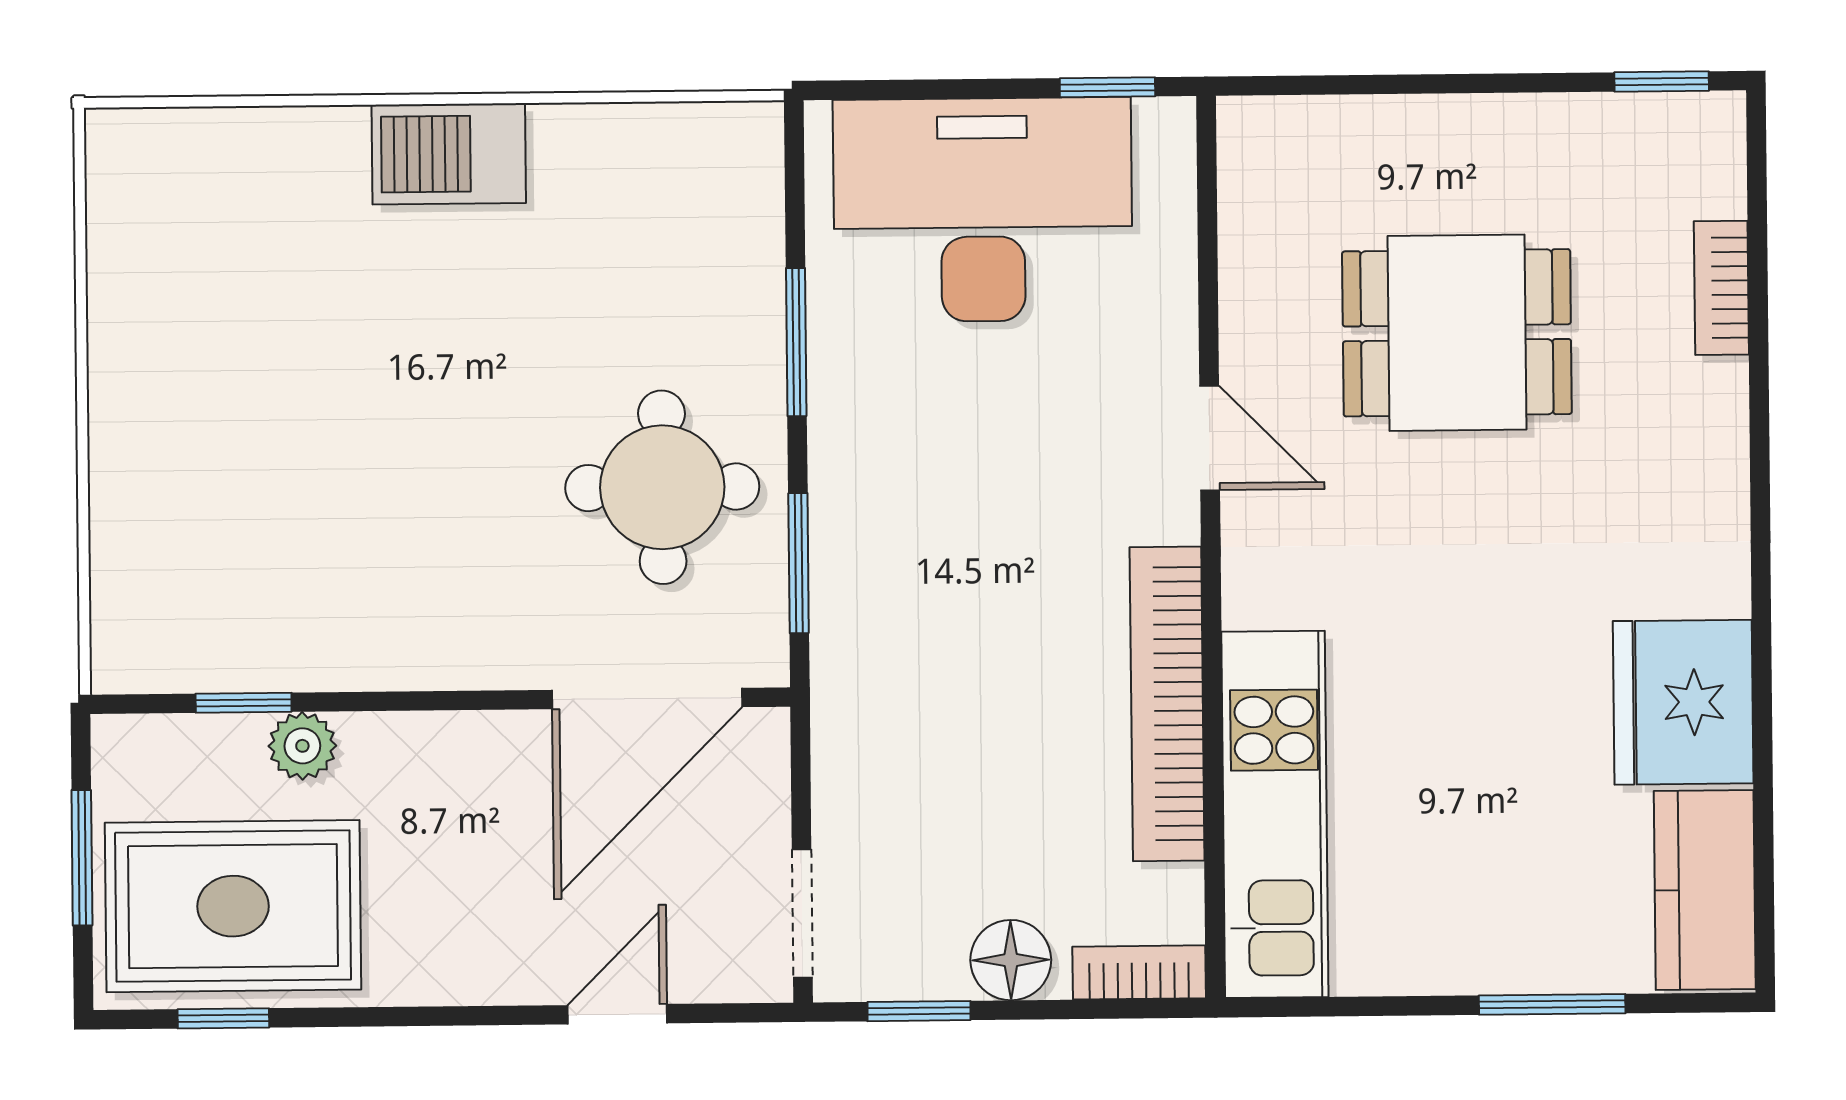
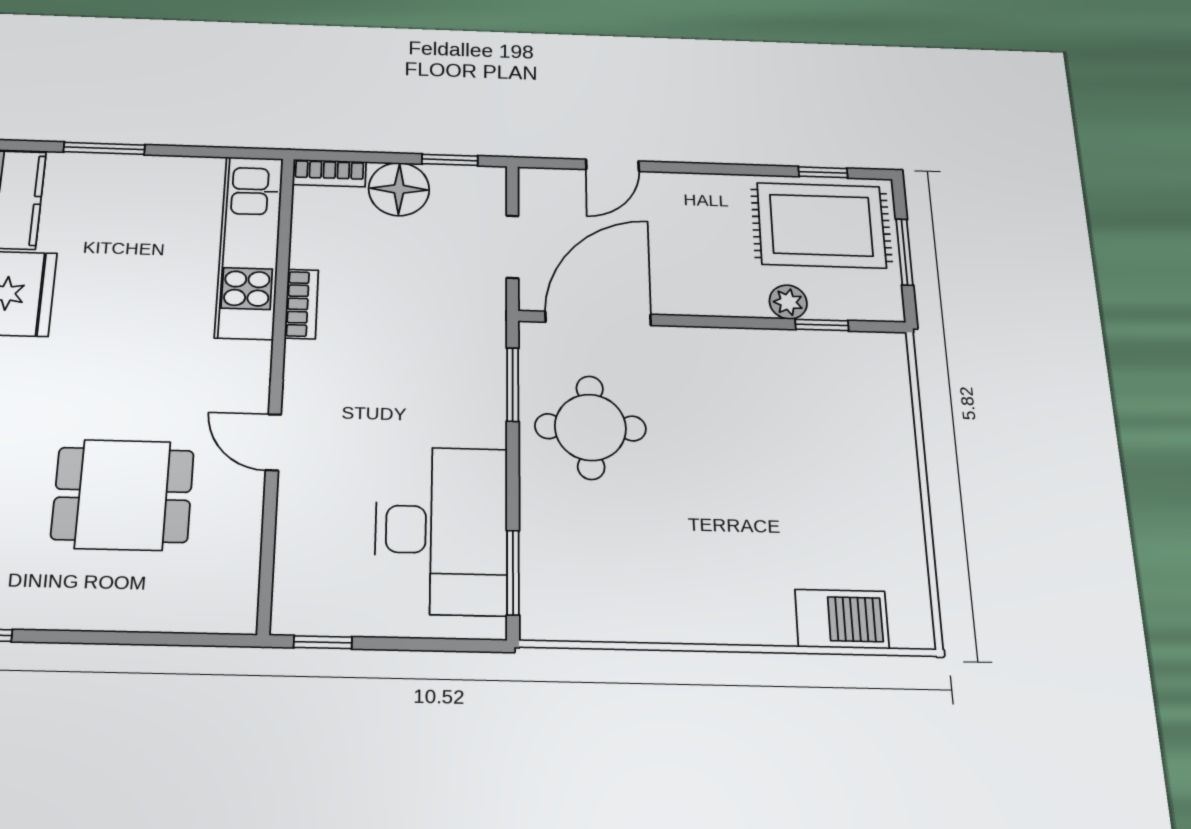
barbecue: (449, 154) -> (842, 619), moved
desk: (983, 210) -> (441, 530), moved, turned -90
window: (796, 342) -> (513, 573), moved
bookcase: (1167, 704) -> (302, 304), width x0.43, depth x0.76
doorway: (802, 913) -> (512, 247), moved
floor lamp: (1011, 960) -> (399, 189), width x1.38, depth x1.38

